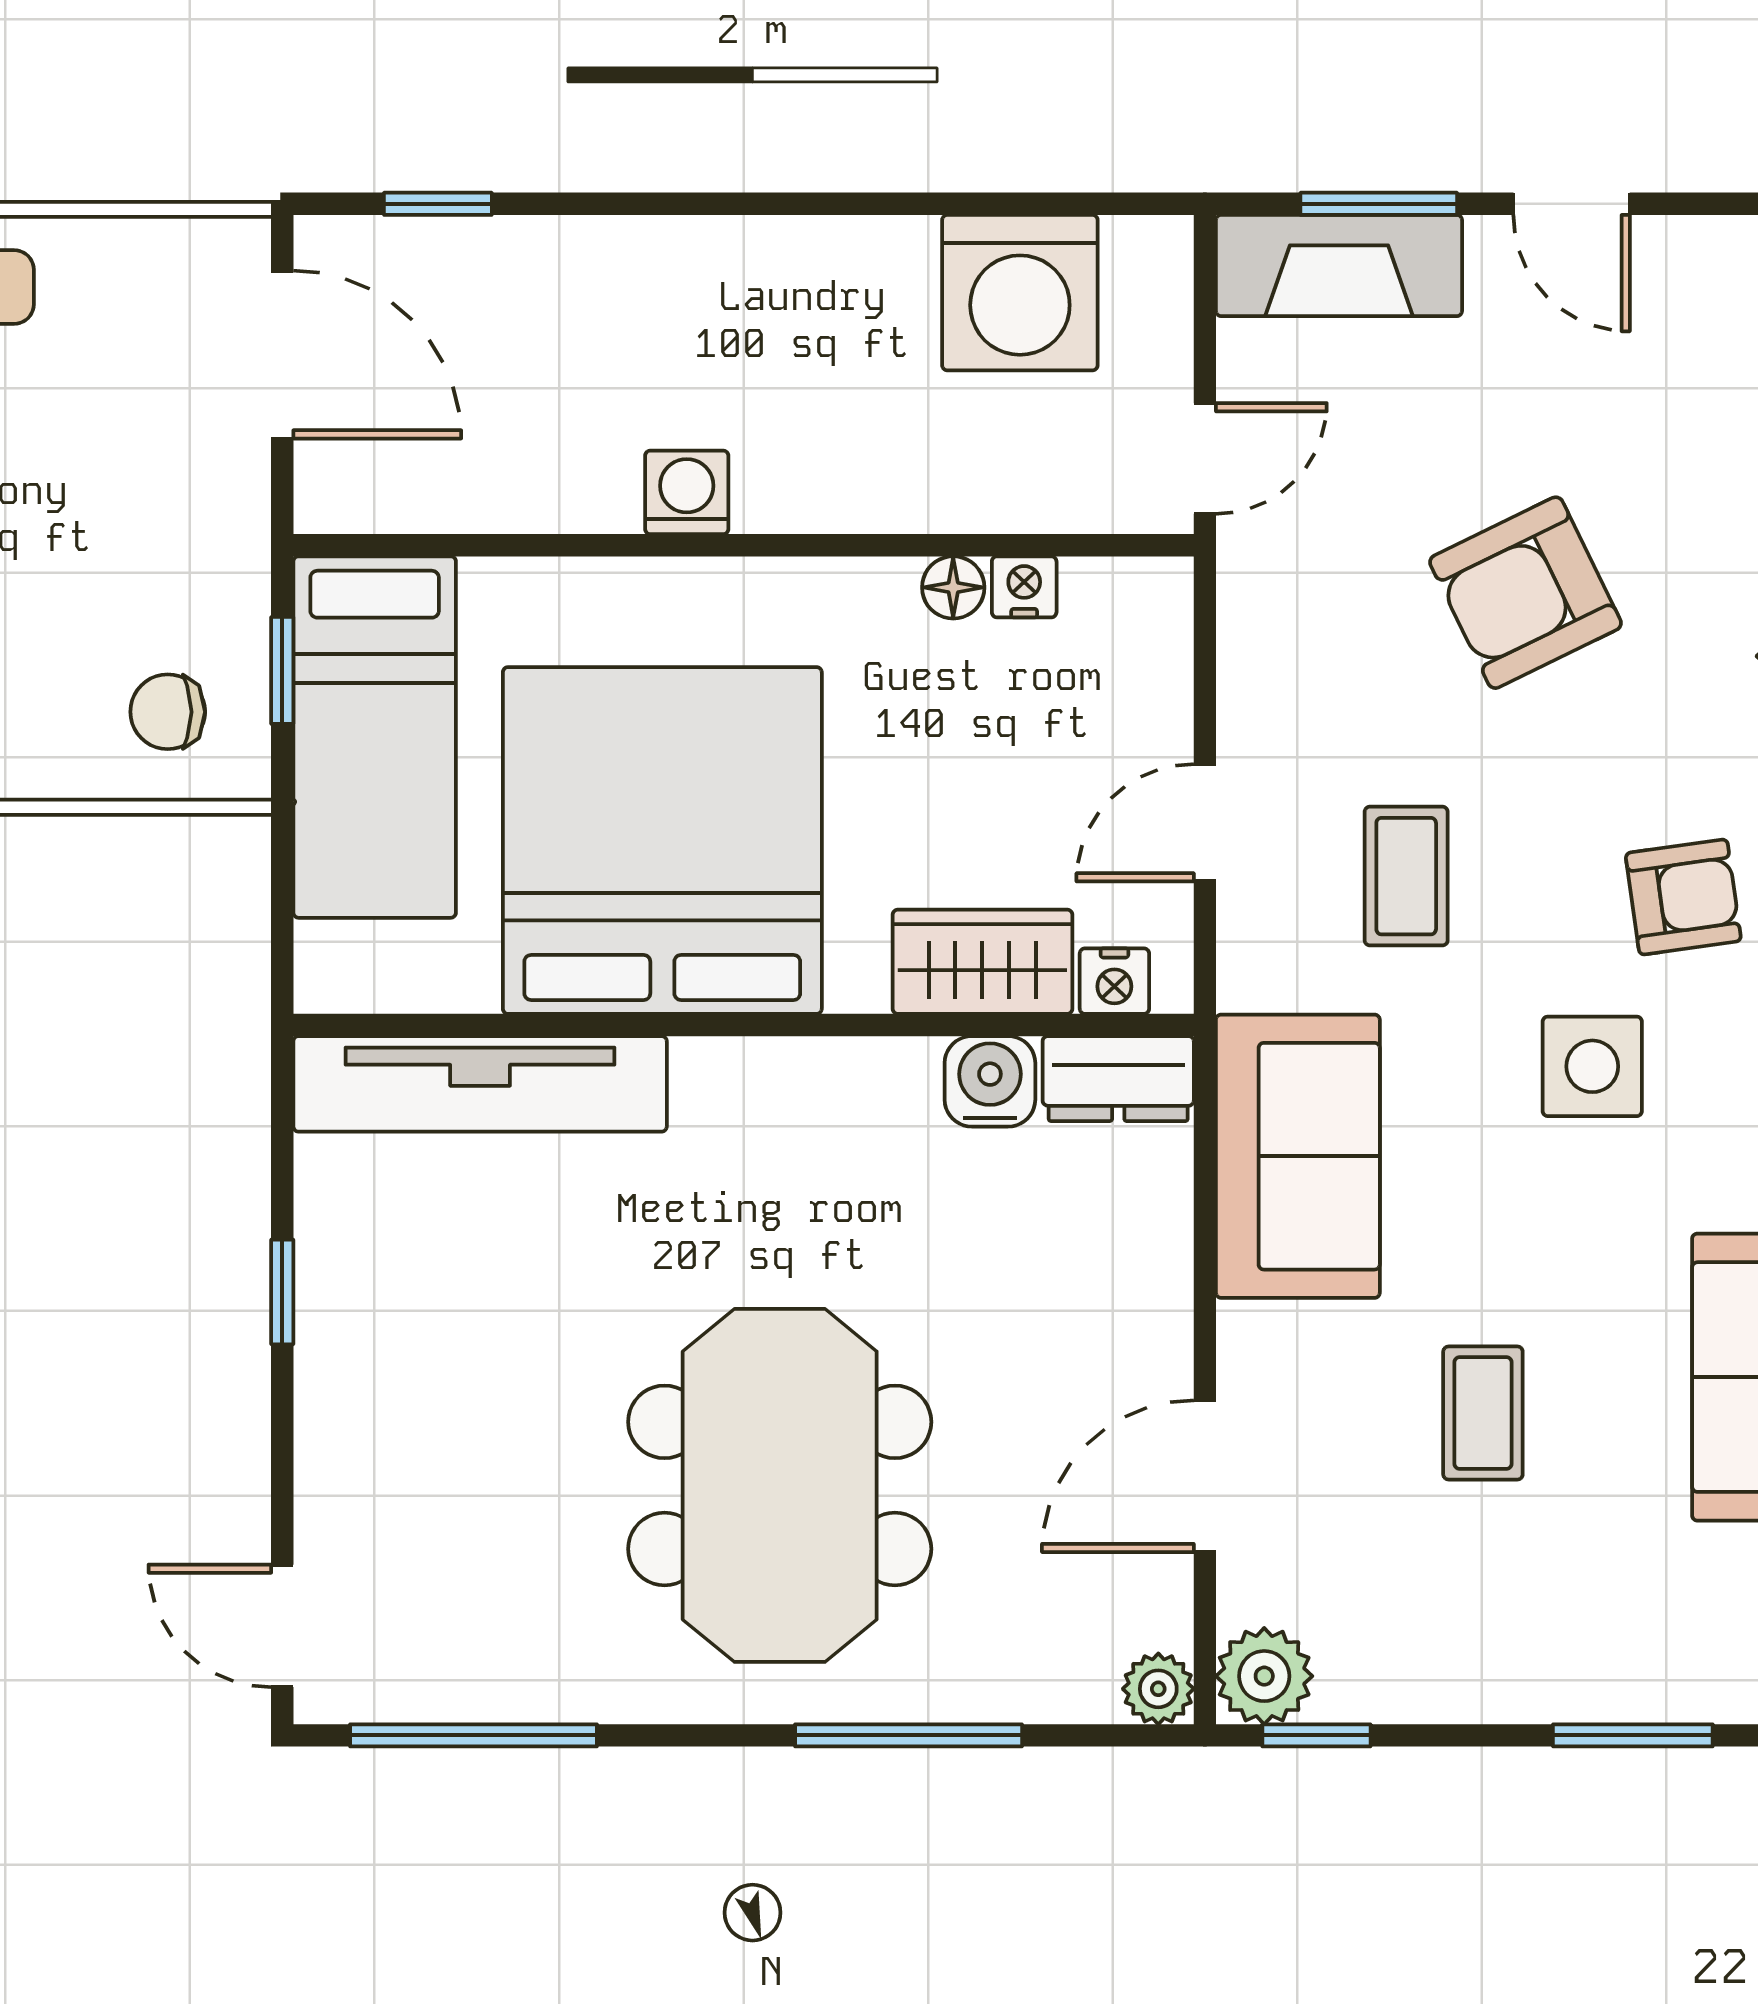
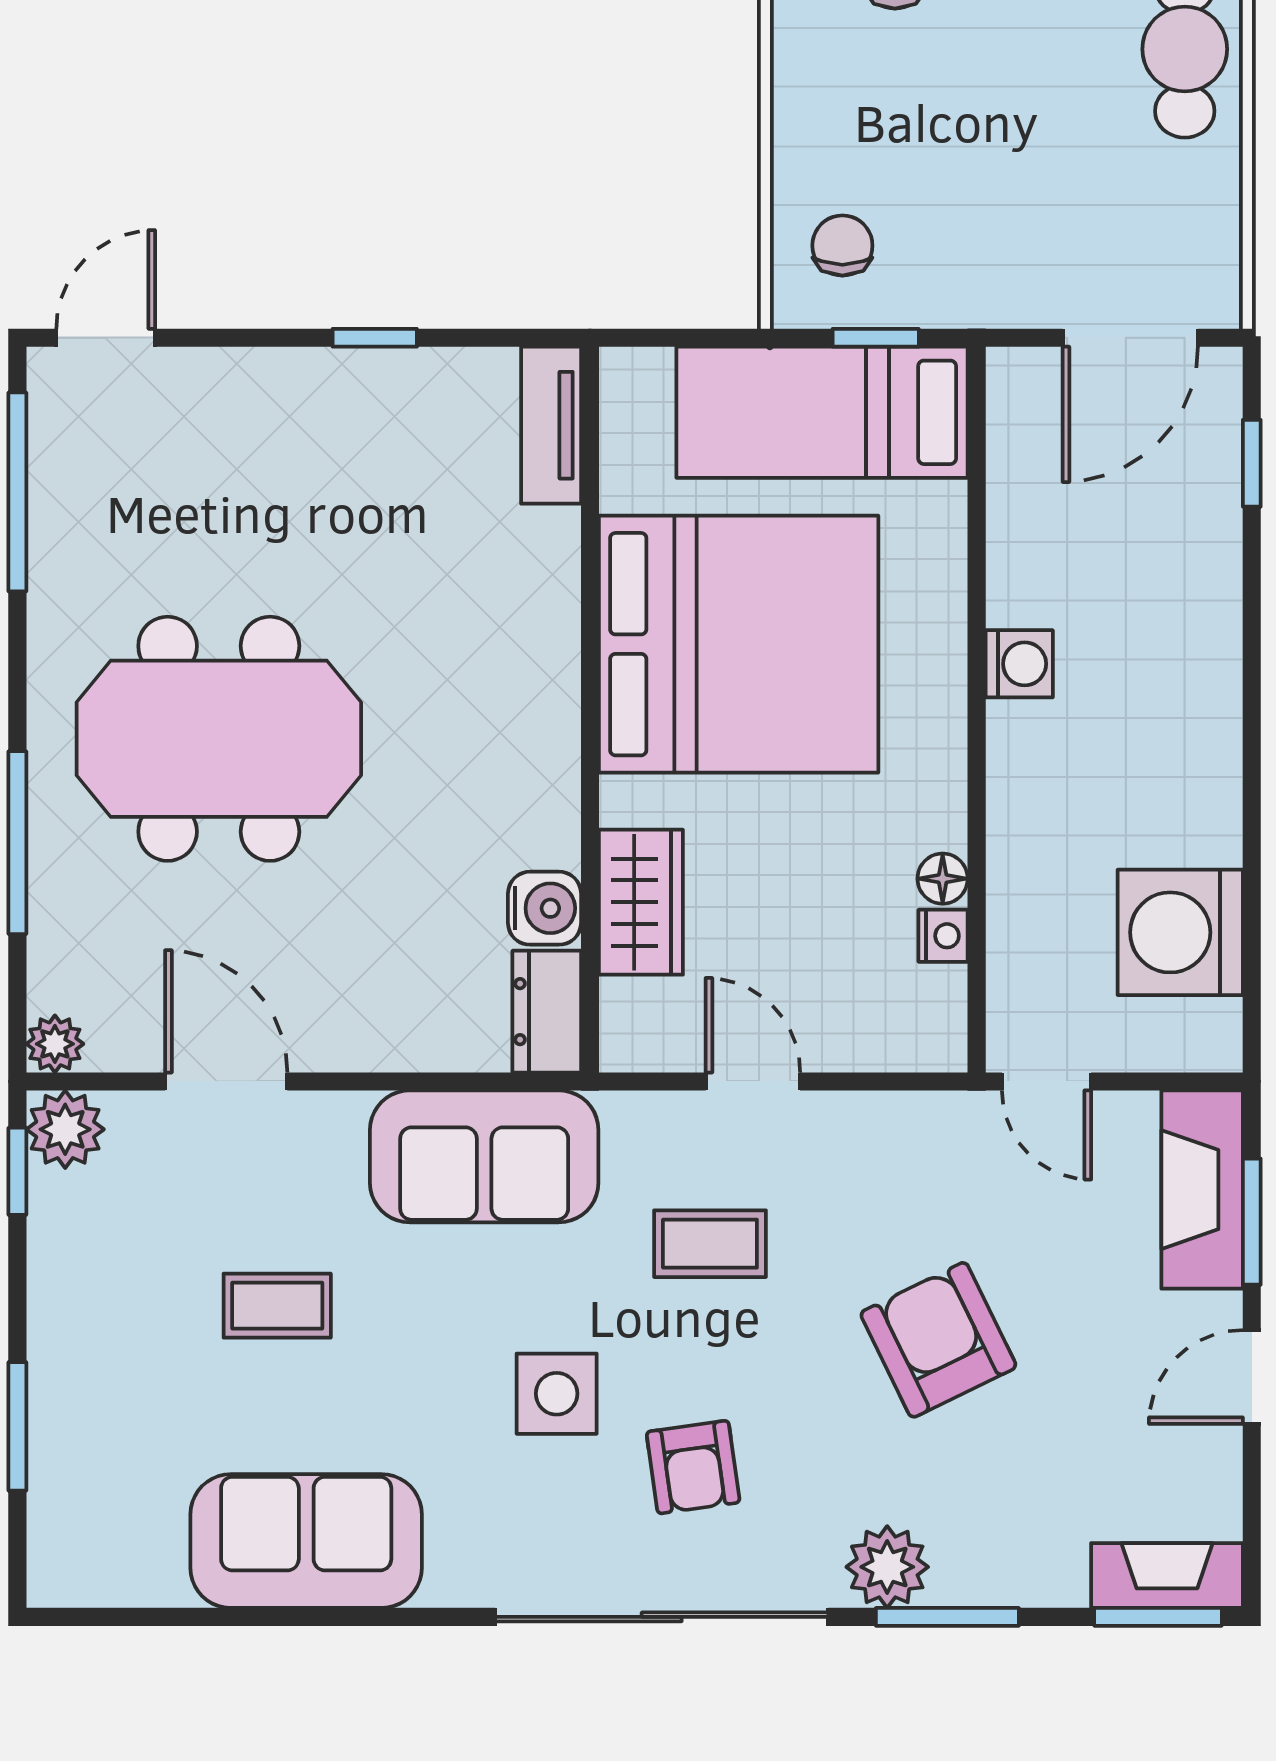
nightstand: (1114, 981) -> (625, 1009), removed
tv unit: (480, 1084) -> (551, 425), width x0.52, depth x0.78

